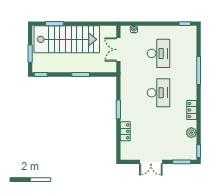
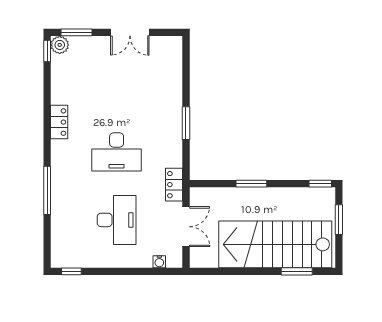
desk: (159, 53) -> (117, 220), turned 180
desk: (159, 93) -> (117, 152), turned -90
locker: (125, 131) -> (174, 185), moved
plant: (191, 133) -> (60, 45), moved
double door: (151, 162) -> (130, 32), swing flipped

